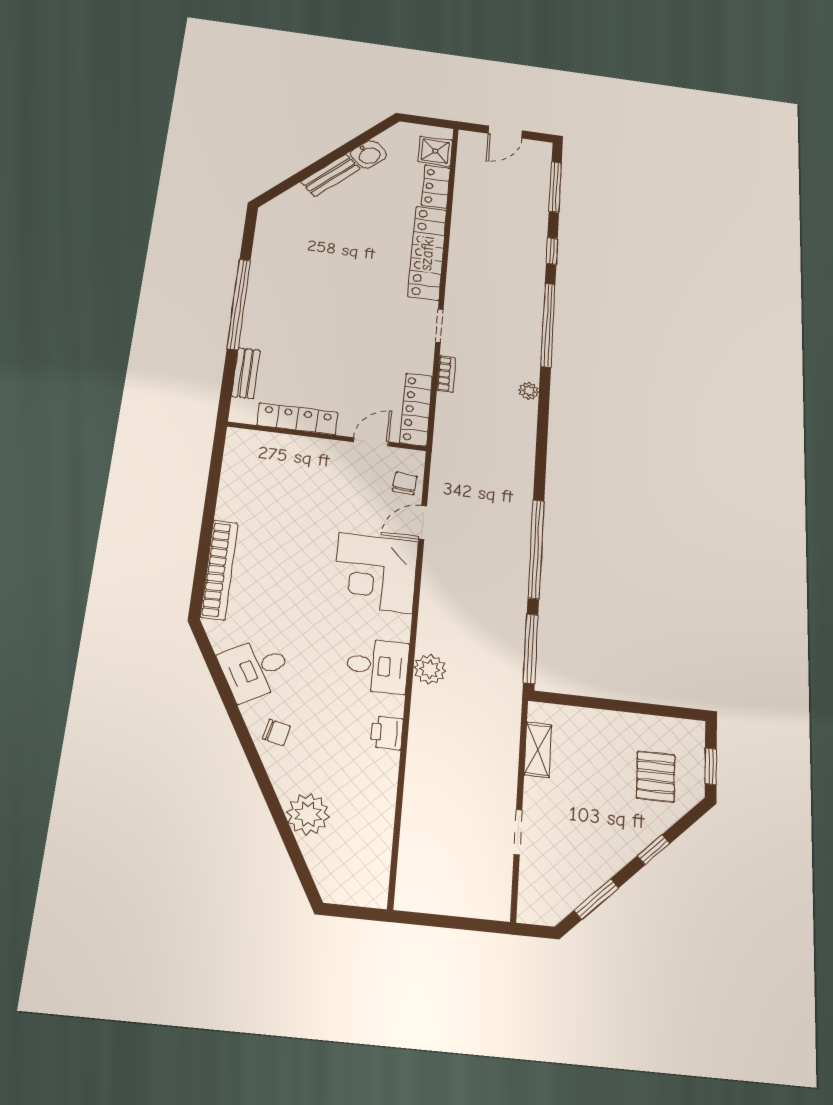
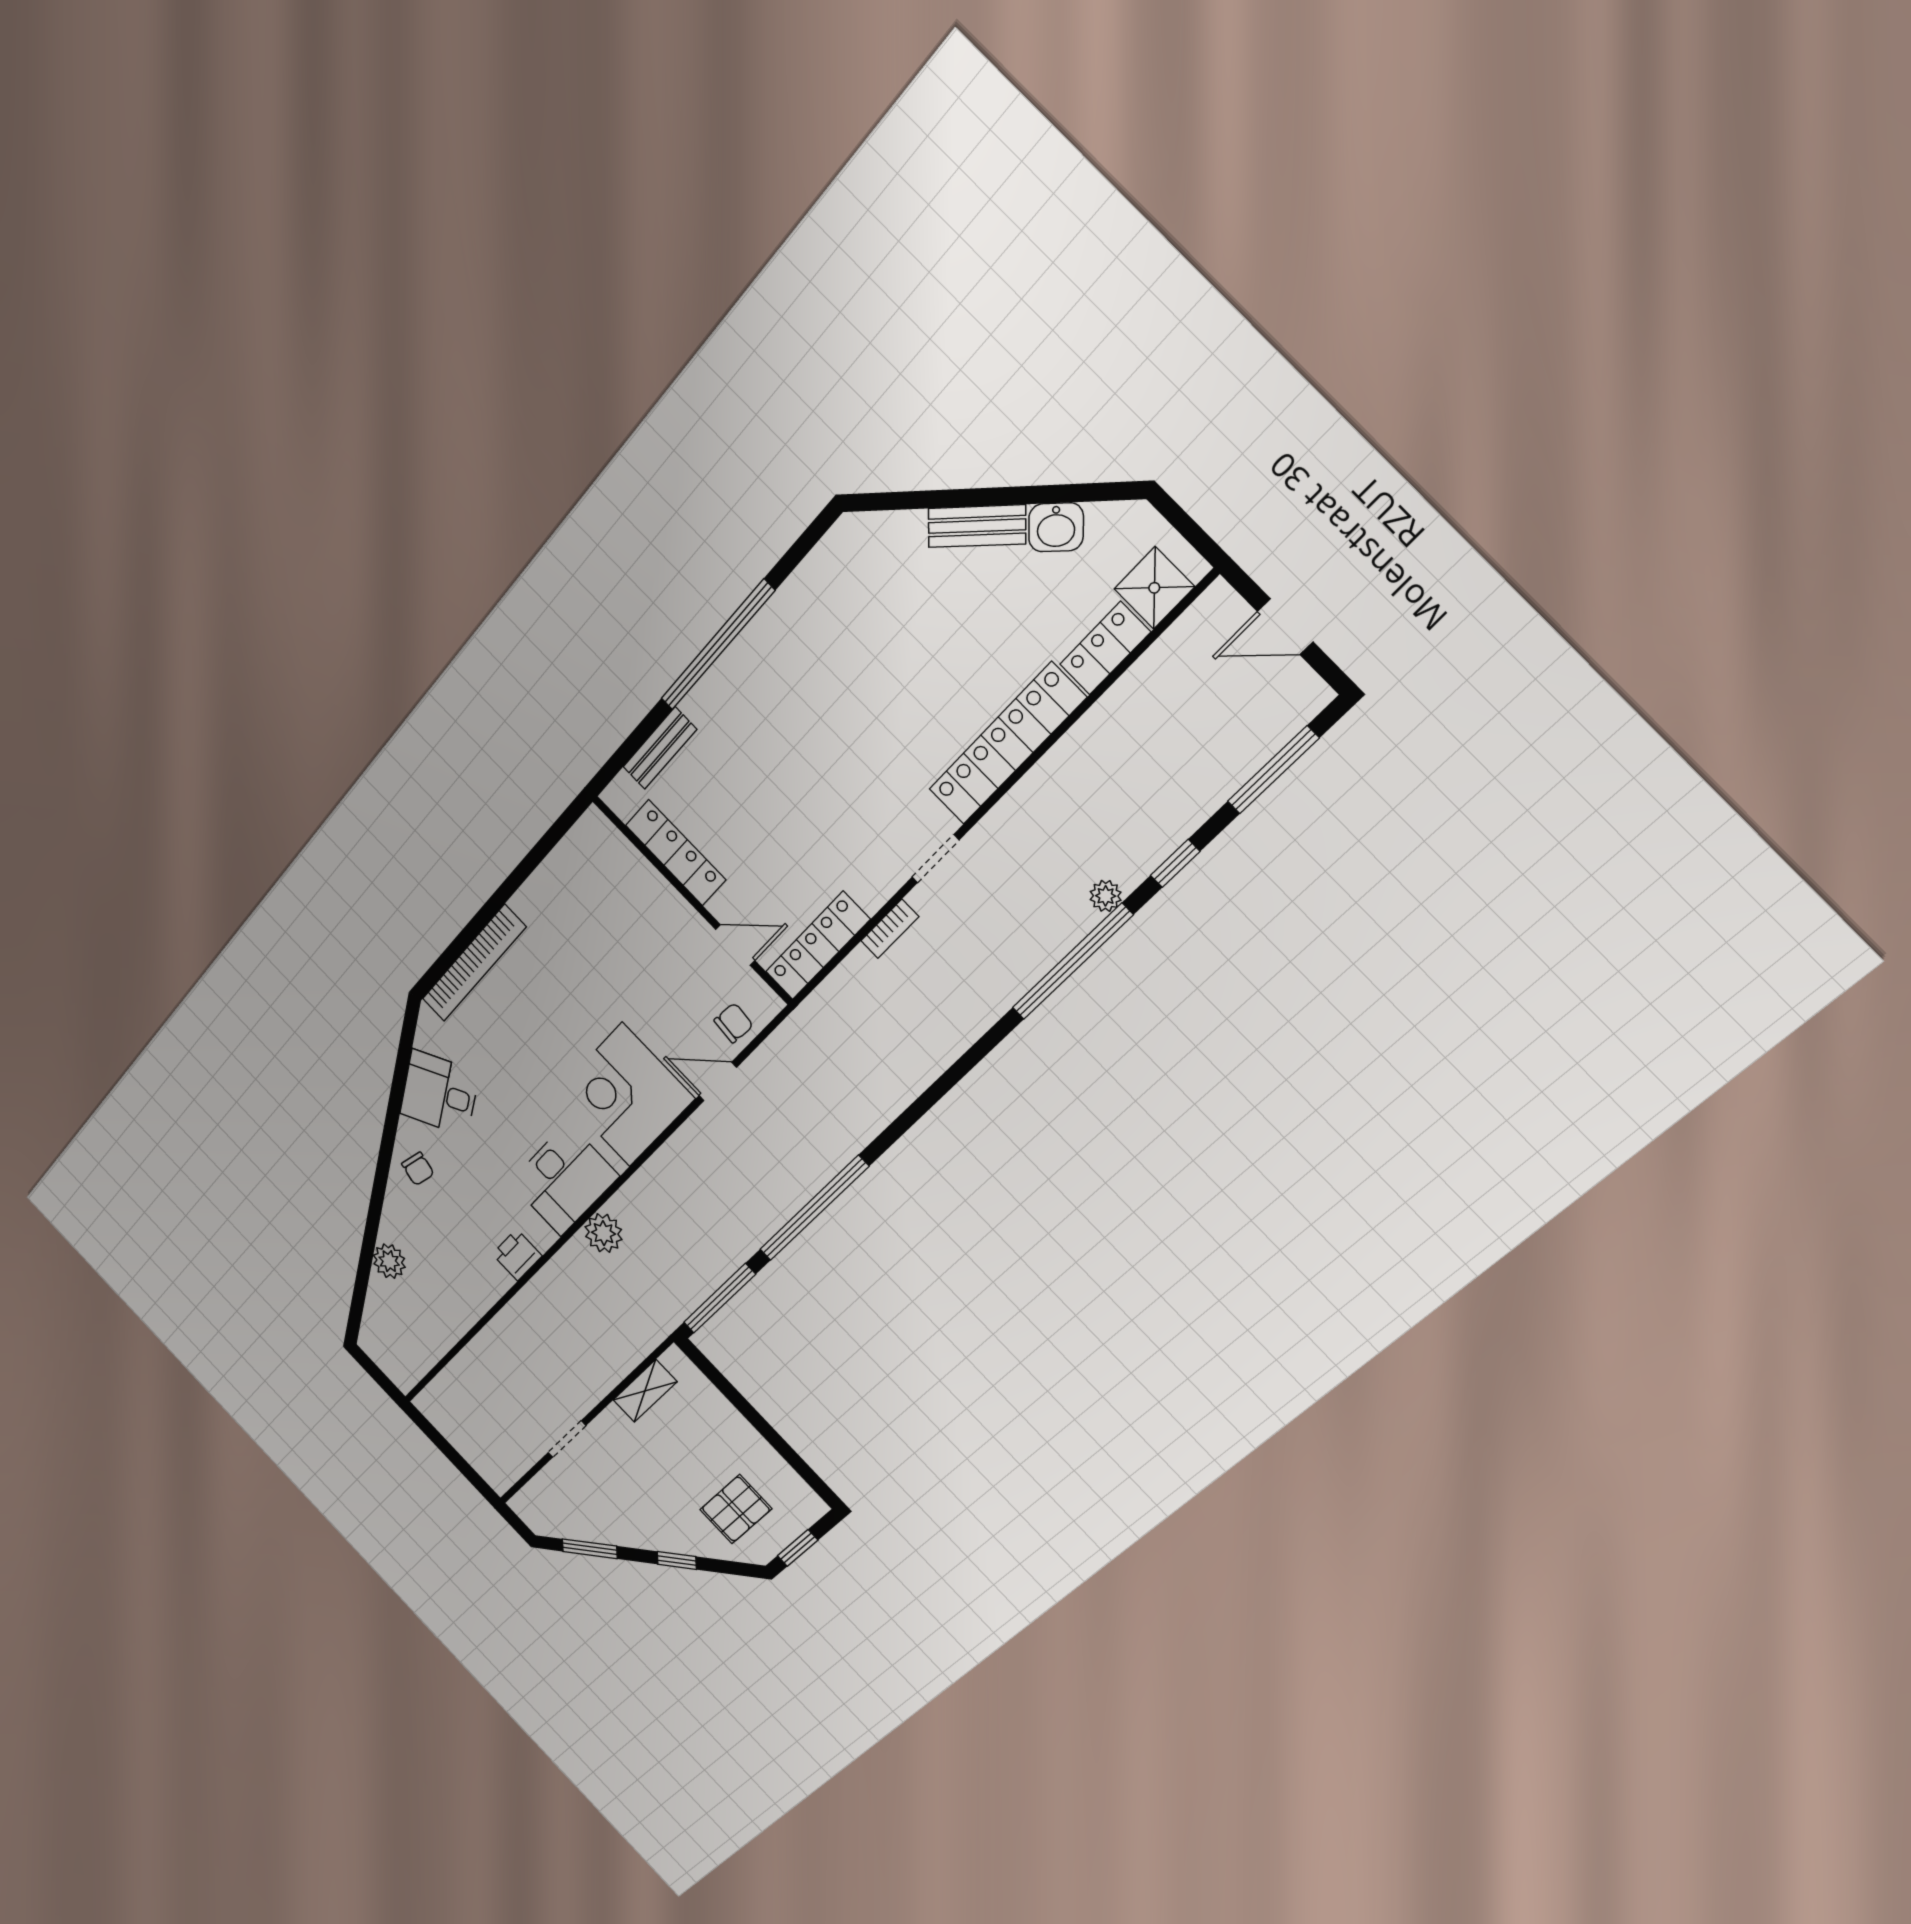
plant: (529, 391) -> (1106, 896), moved
desk: (378, 666) -> (564, 1179), width x1.37
plant: (308, 814) -> (389, 1261), width x0.73, depth x0.73

